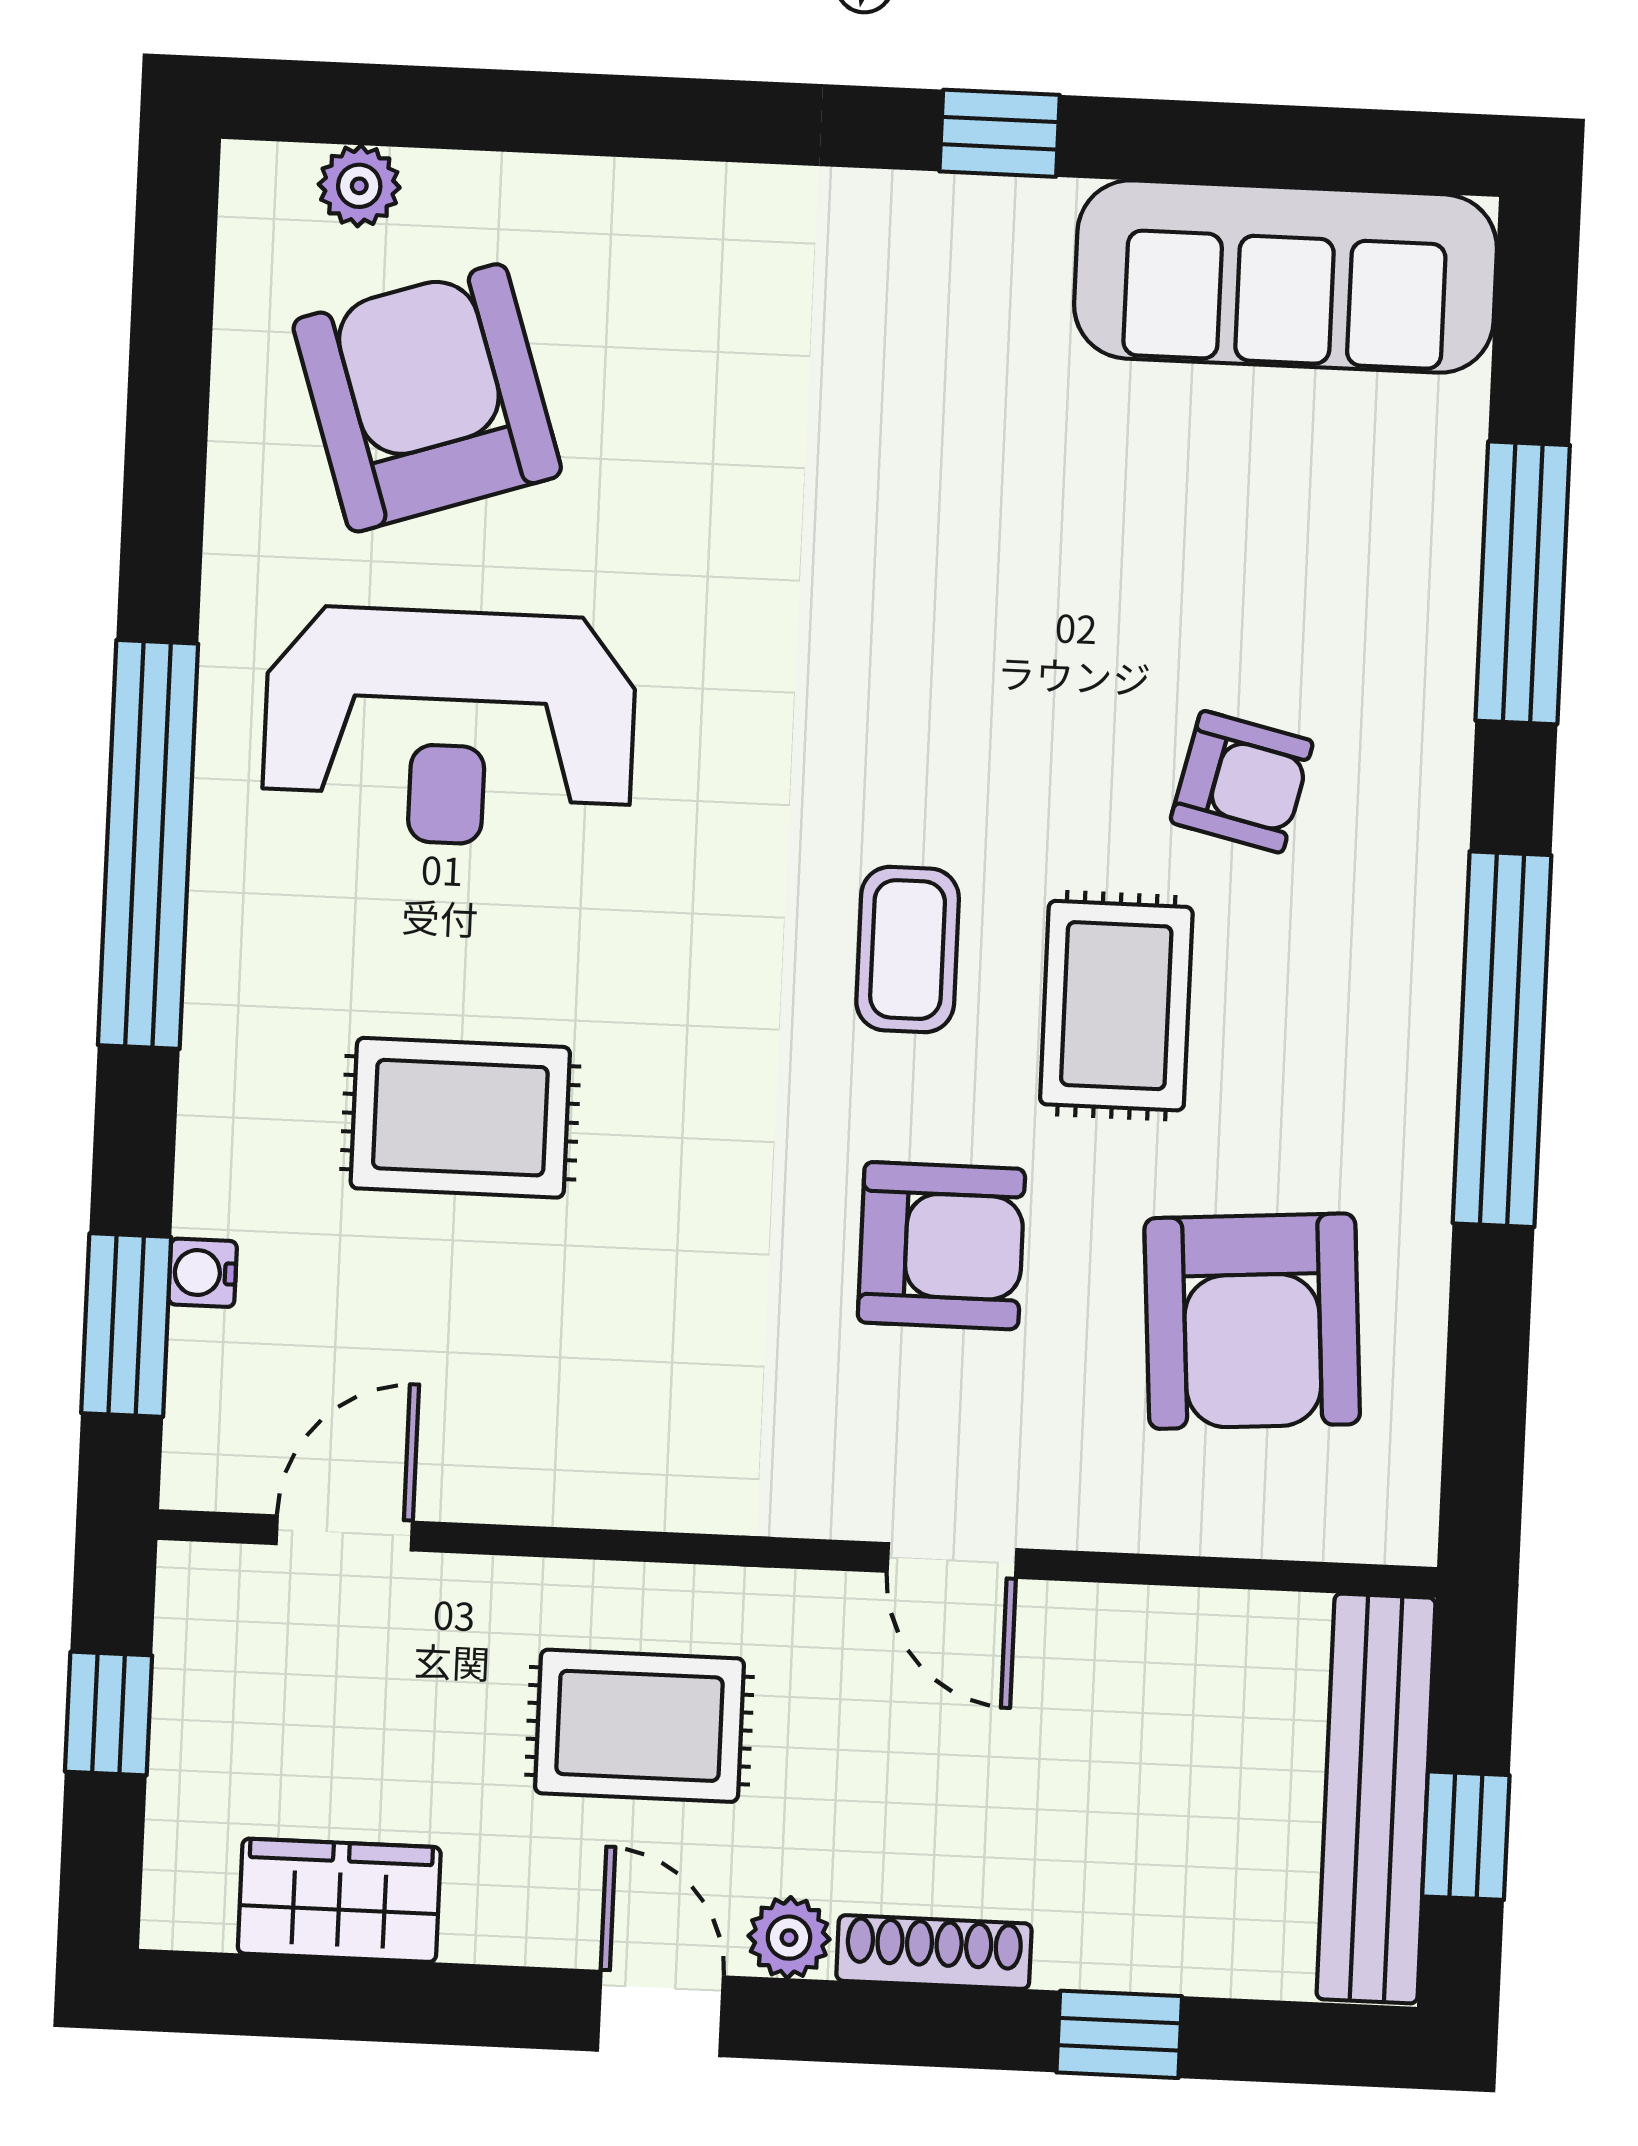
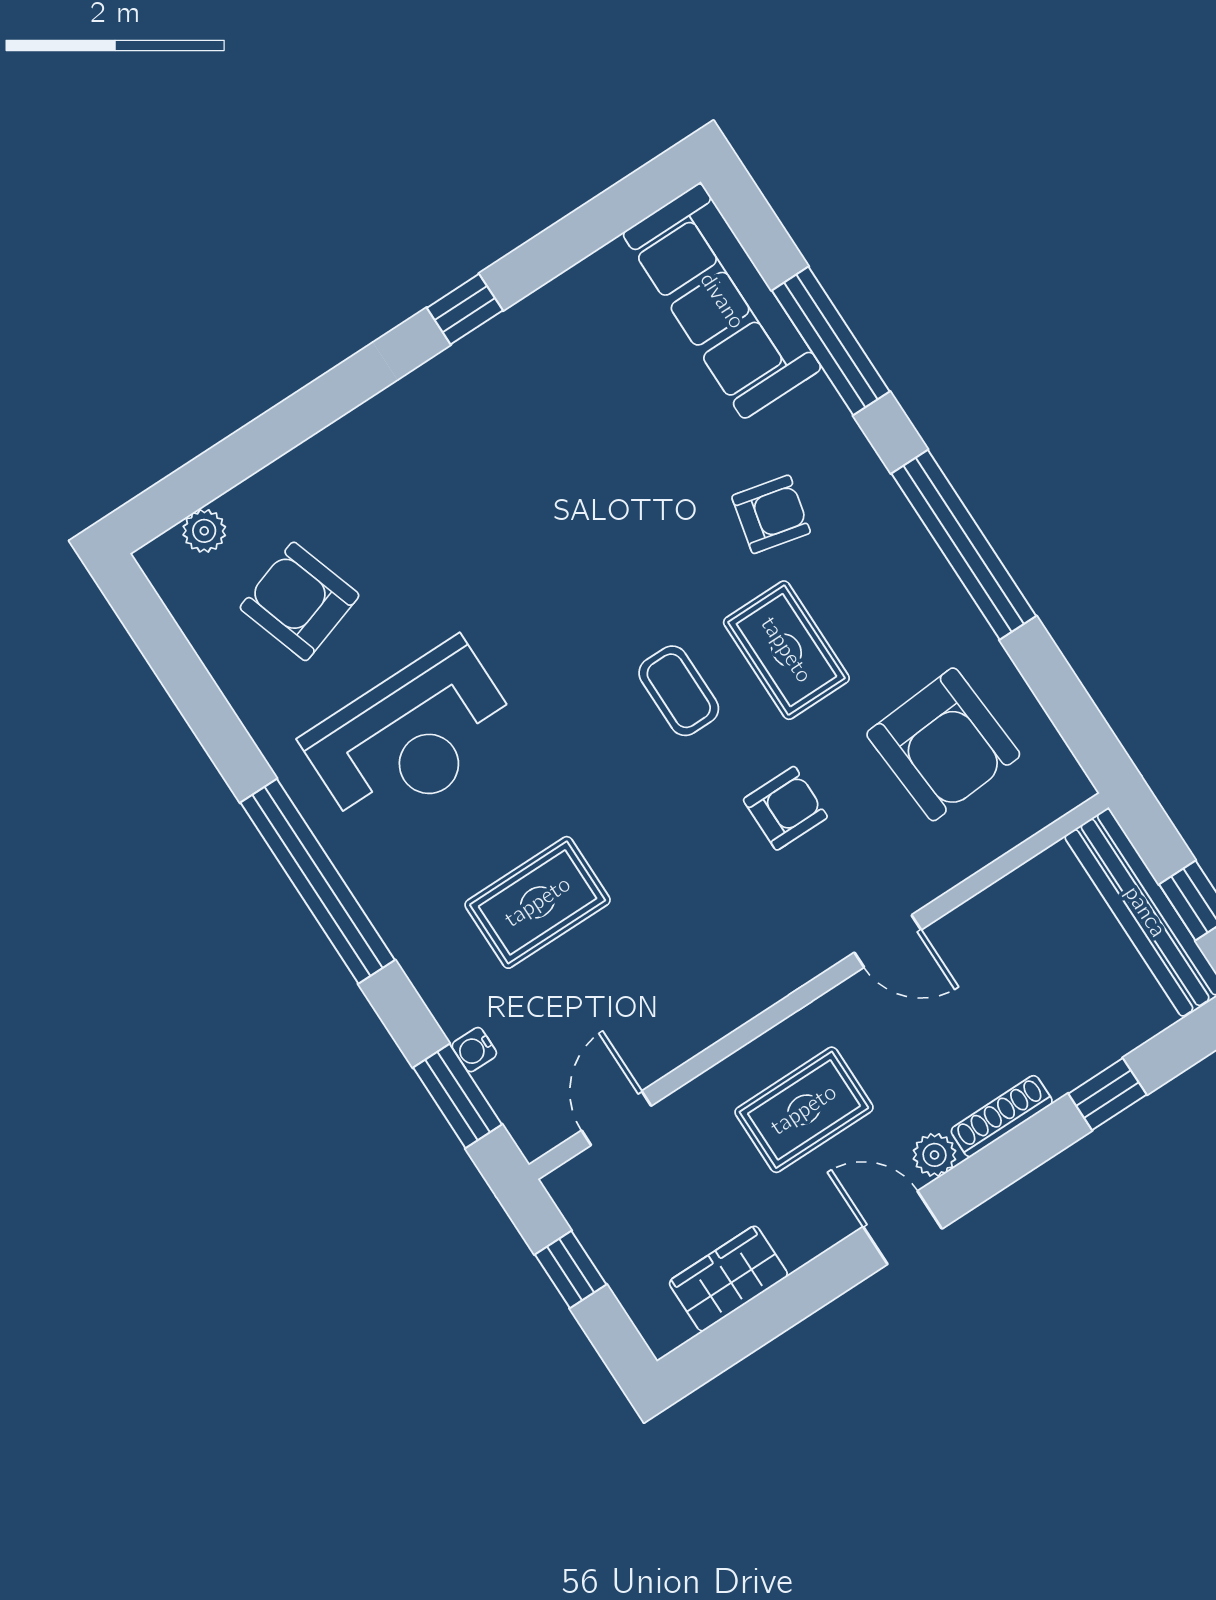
sofa: (1286, 277) -> (722, 301), moved, turned 90
armchair: (427, 398) -> (300, 601), width x0.73, depth x0.73
armchair: (941, 1246) -> (785, 808), width x0.72, depth x0.72

